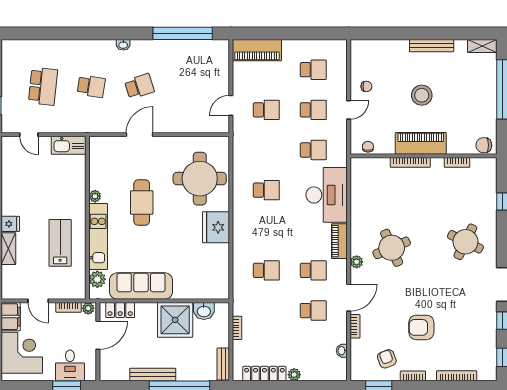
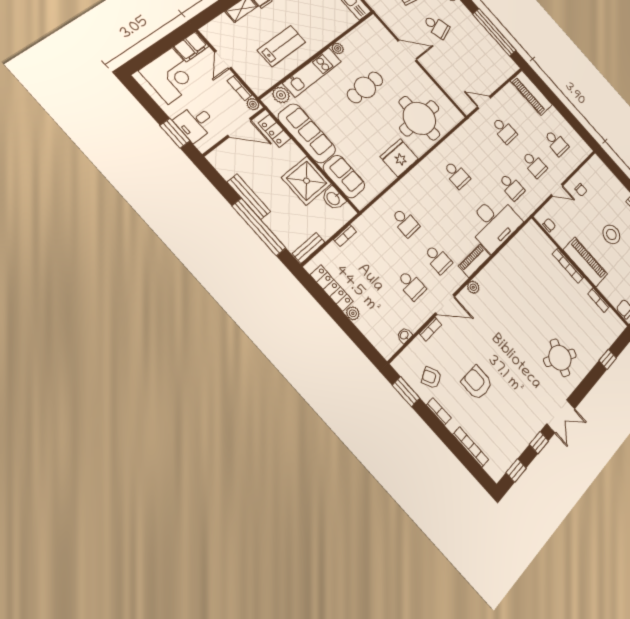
round table: (392, 248) -> (506, 305), removed
sofa: (195, 287) -> (344, 177), added
armchair: (387, 359) -> (431, 378), turned -95

